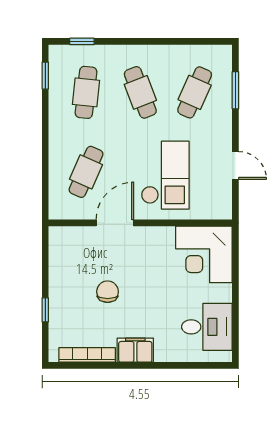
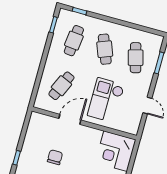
cafe table: (195, 92) -> (136, 58), turned -39
checkout: (165, 175) -> (106, 100), turned 180

